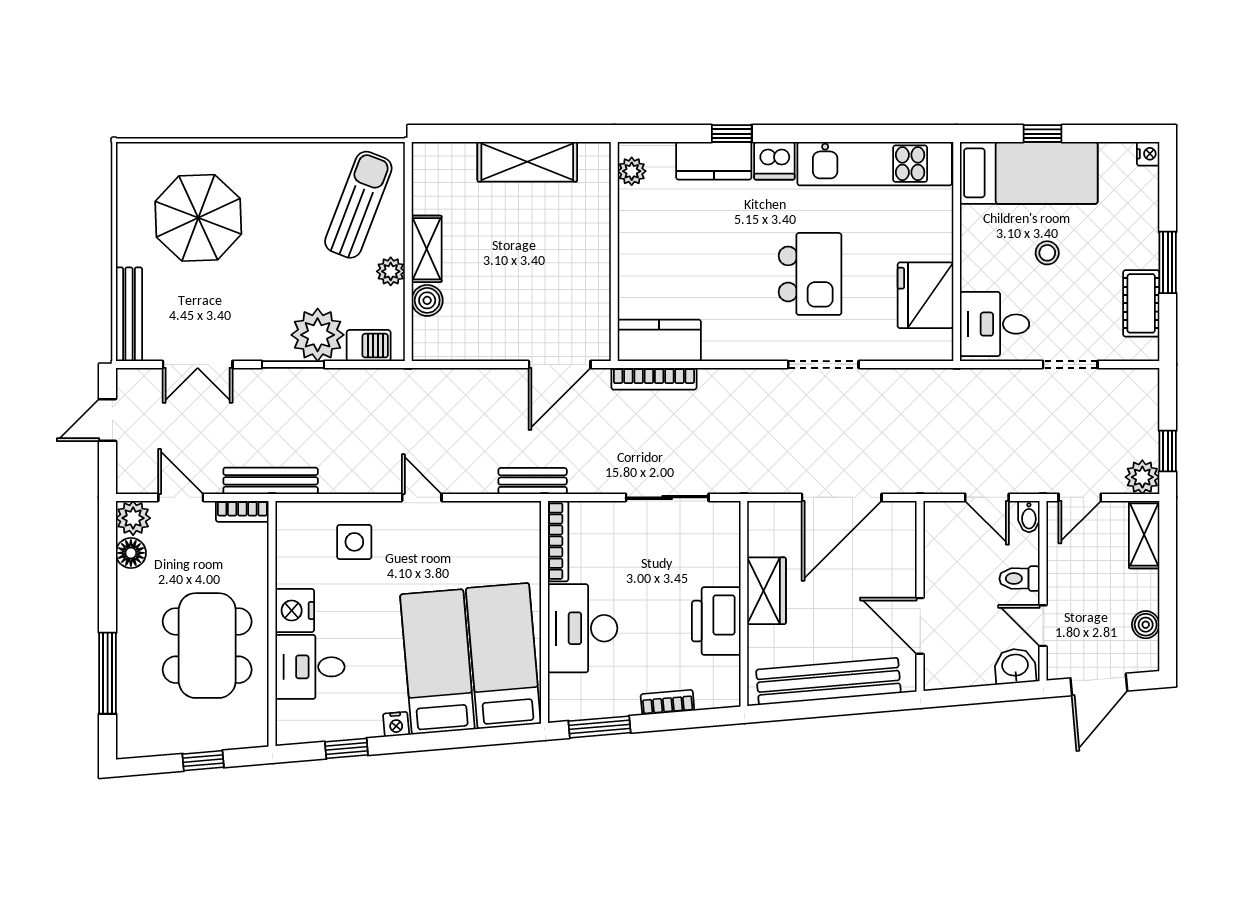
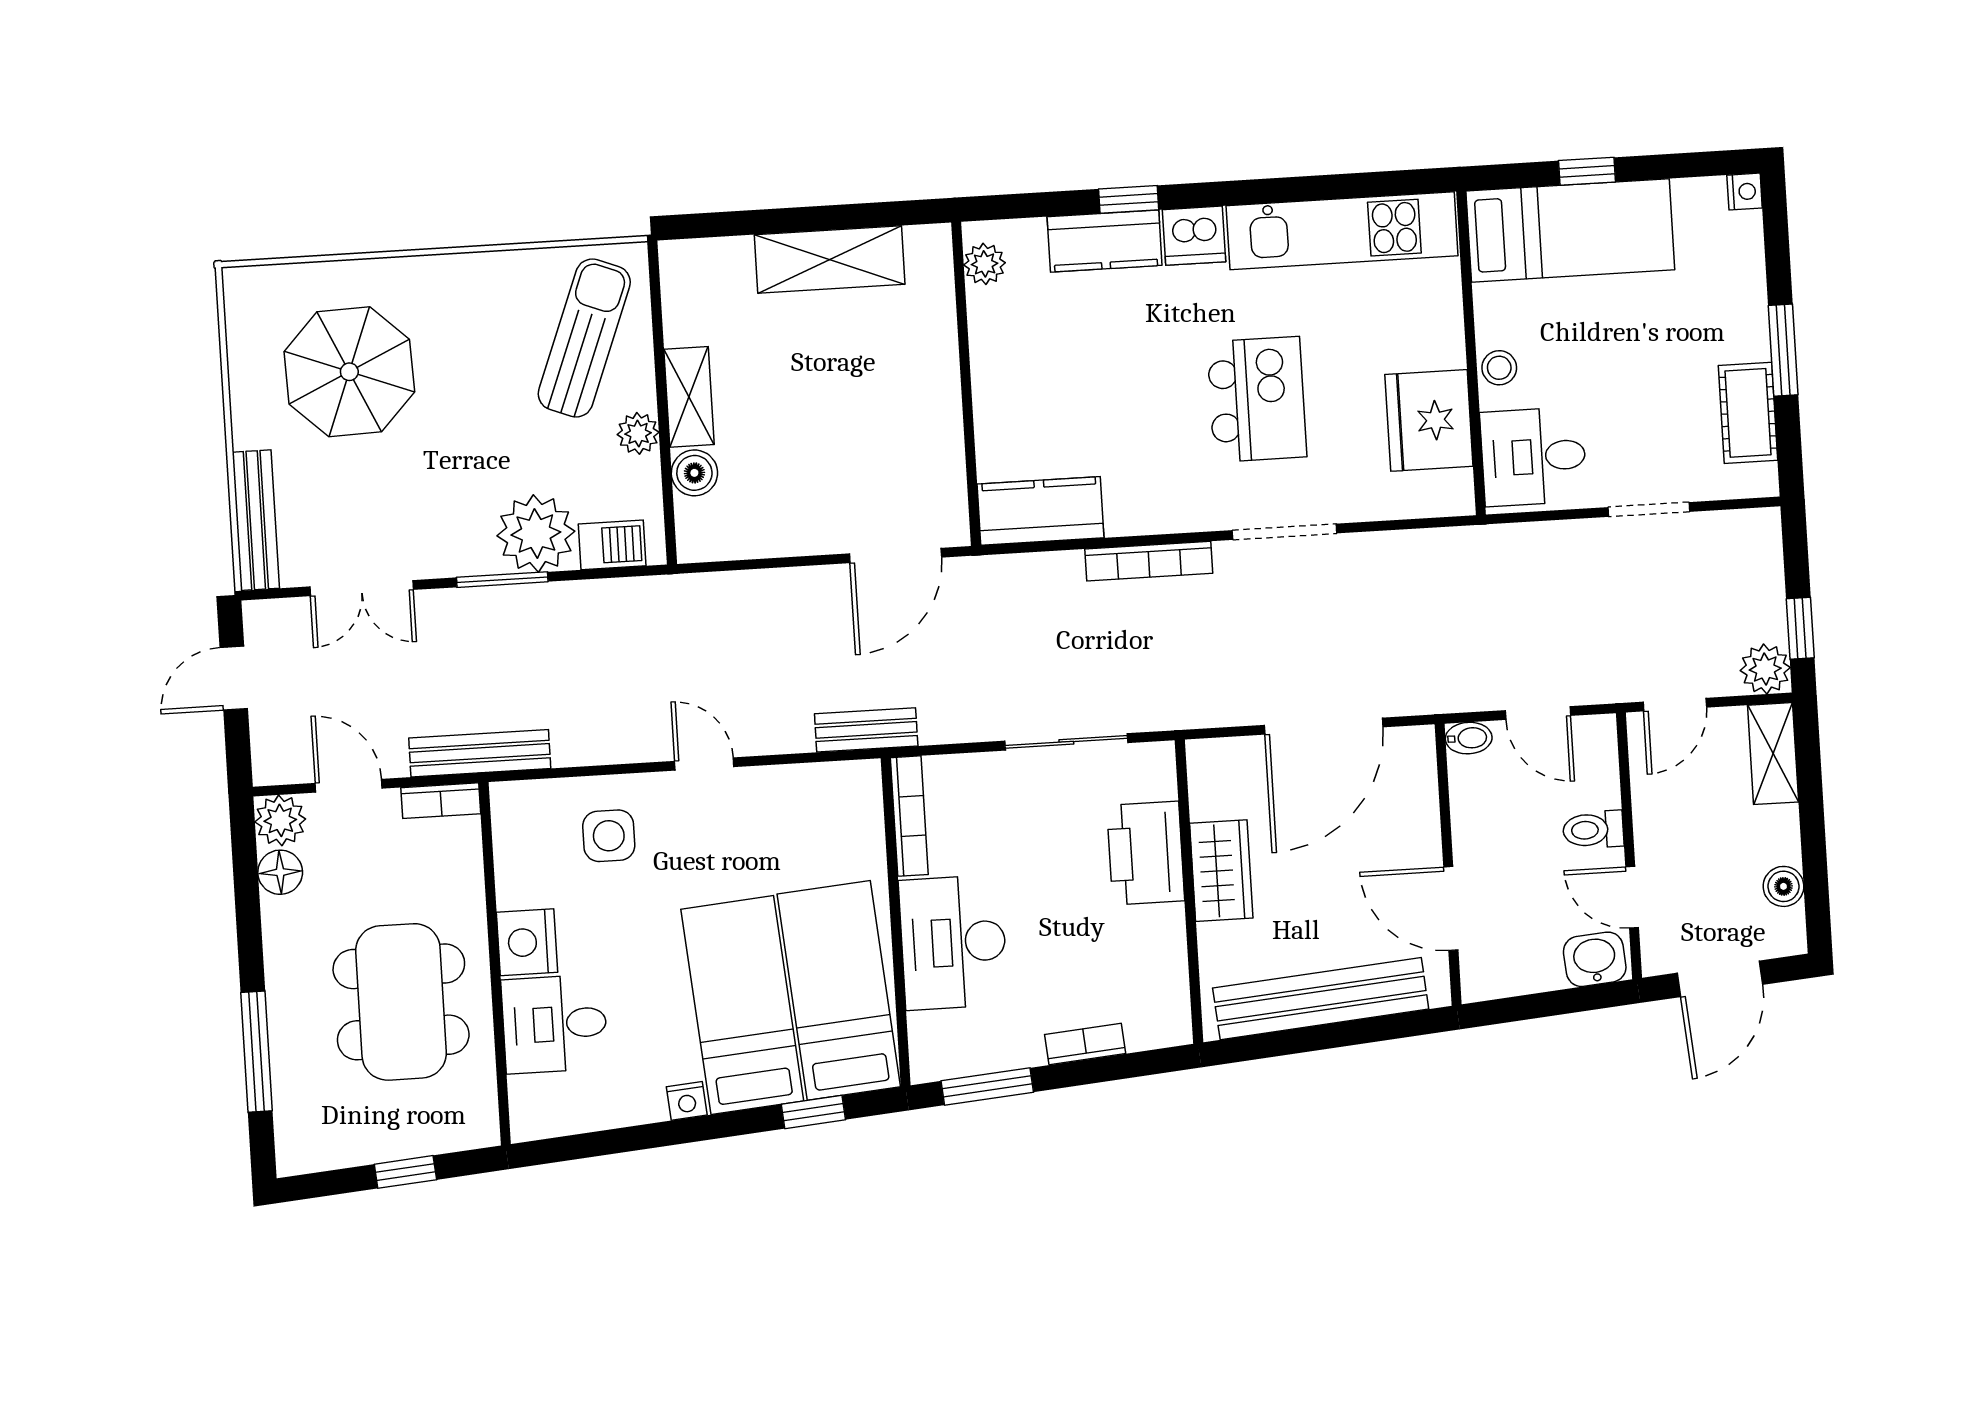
stool: (1047, 253) -> (1499, 368), moved
bookcase: (654, 379) -> (1149, 561), moved
bidet: (1029, 517) -> (1469, 738), moved, turned -90
printer: (716, 621) -> (1146, 853), moved
window: (346, 748) -> (813, 1112), moved

